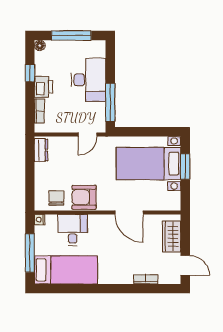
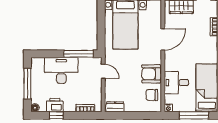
printer: (43, 87) -> (55, 105), moved
armchair: (84, 197) -> (151, 74), turned 90

